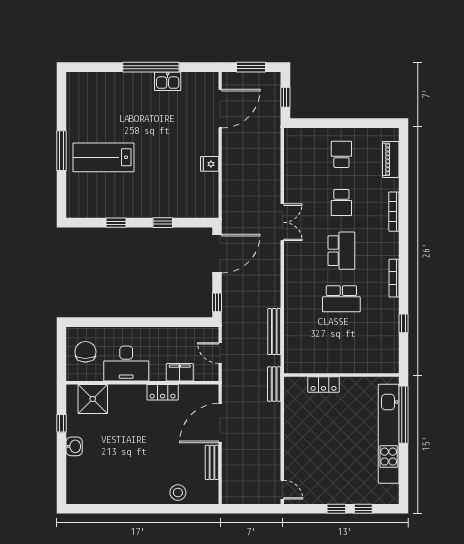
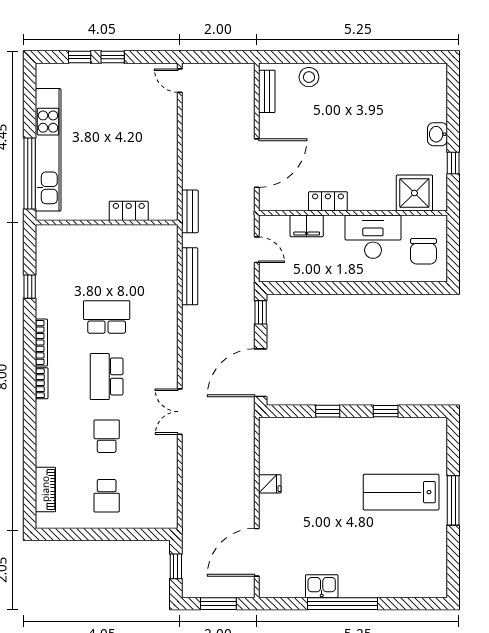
lab bench: (103, 157) -> (401, 492), turned 180
bookcase: (394, 212) -> (42, 383), moved, width x0.64
bench: (212, 462) -> (267, 91), moved

